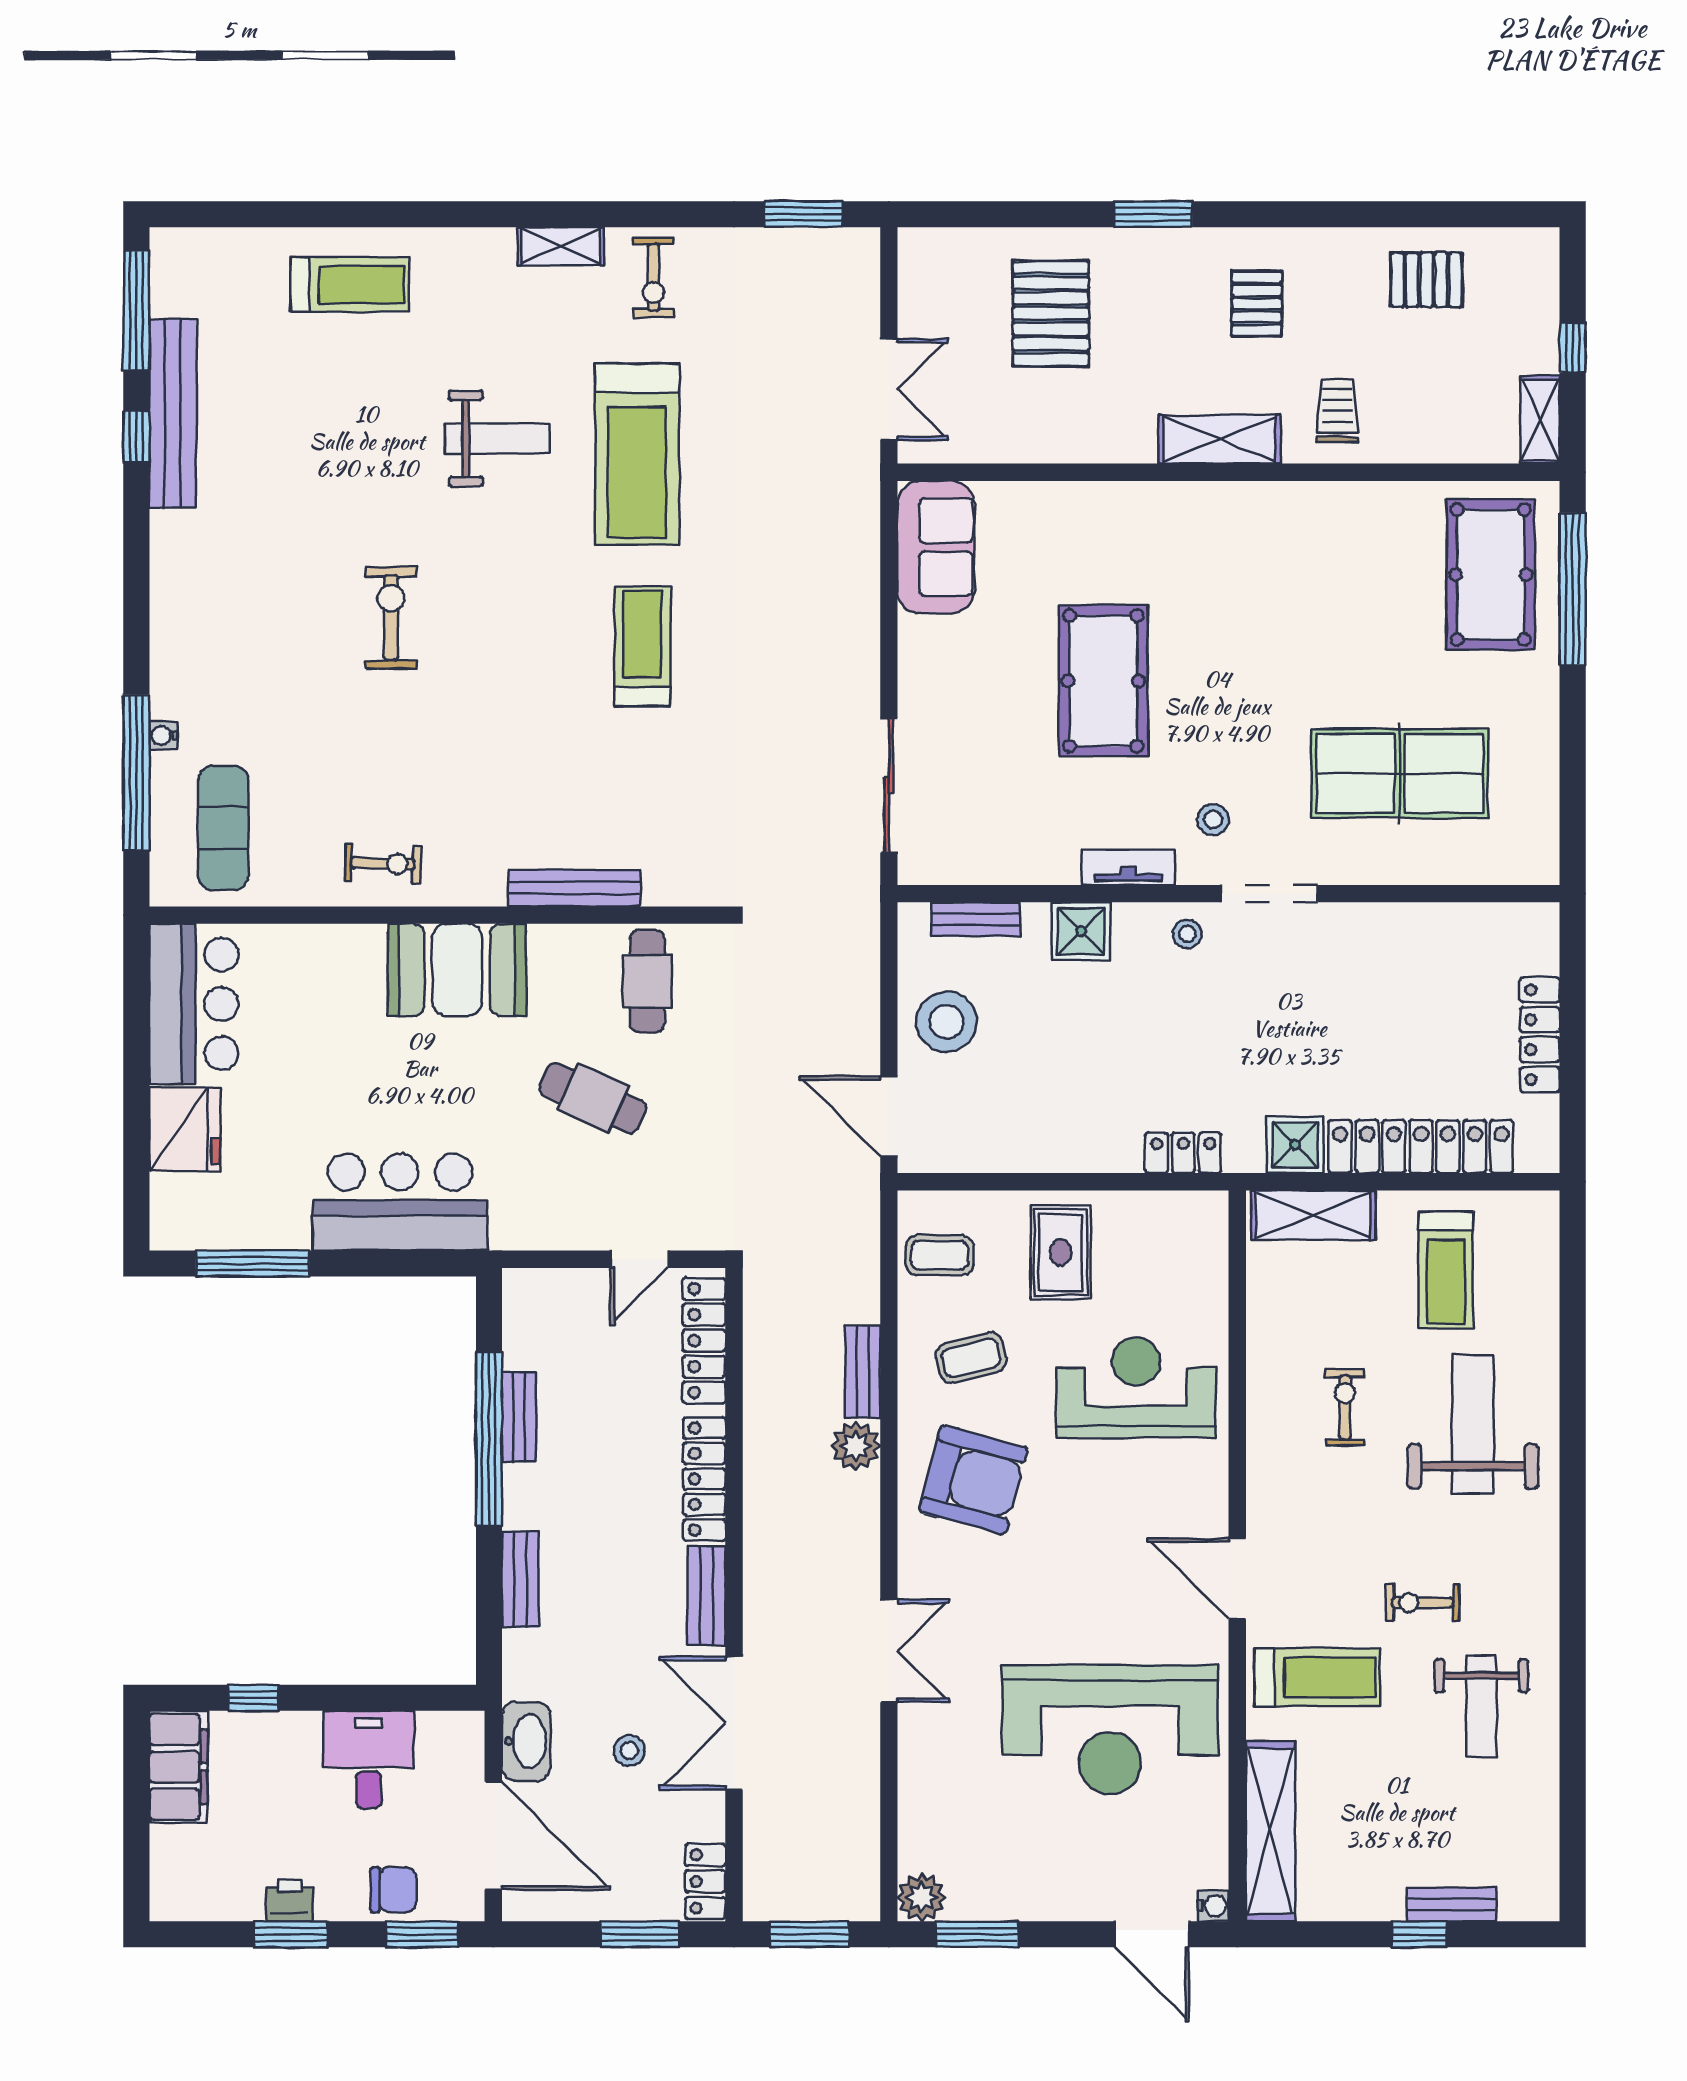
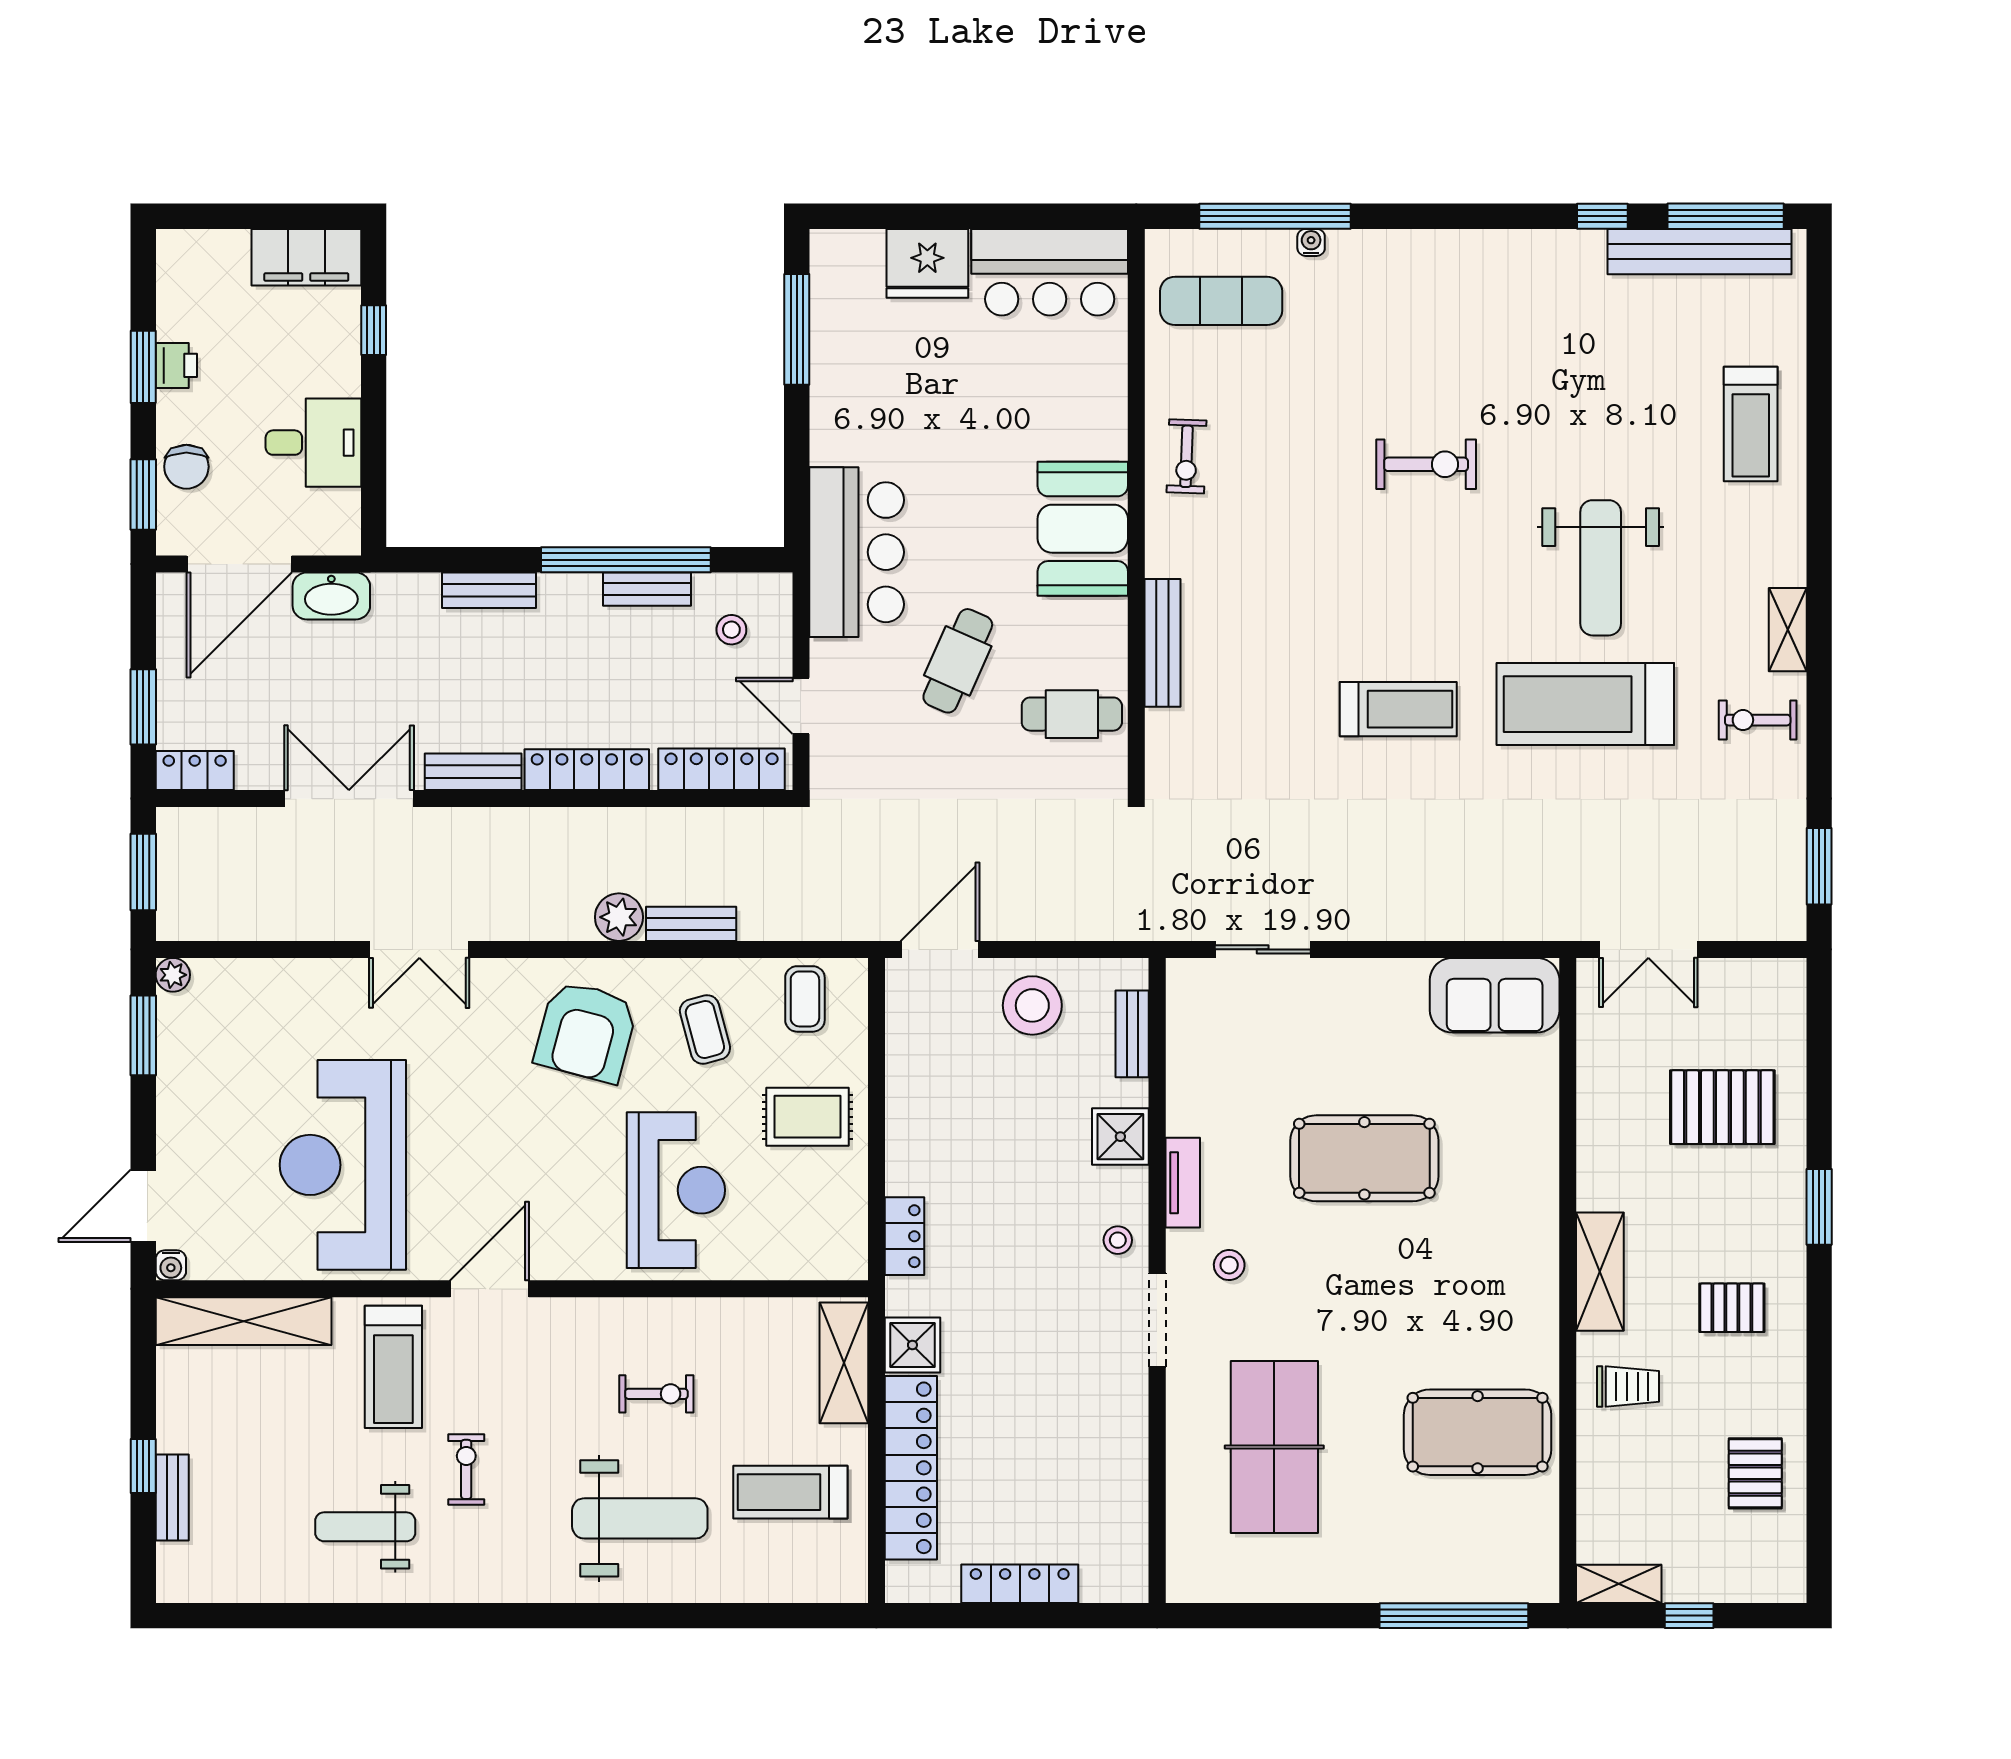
bench: (173, 414) -> (1700, 252), moved
weight bench: (497, 438) -> (1601, 568), width x1.36, depth x1.33
pool table: (1491, 575) -> (1478, 1432), moved
sliding door: (889, 785) -> (1263, 949), width x0.73
bar counter: (400, 1202) -> (857, 552), moved
stool: (629, 1751) -> (731, 630), moved
plant: (922, 1897) -> (173, 975), width x0.73, depth x0.73

